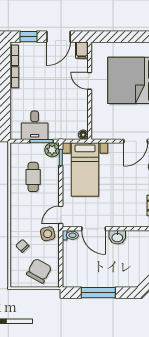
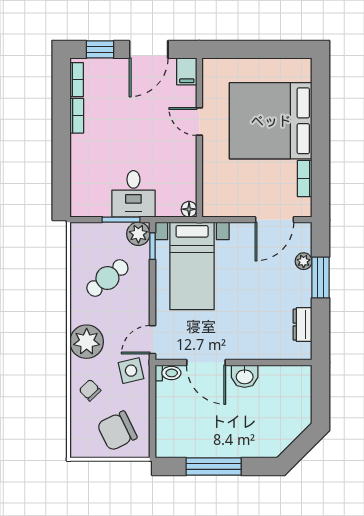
desk: (35, 125) -> (133, 194), moved
cafe table: (33, 177) -> (107, 278), turned 51
plant: (20, 216) -> (87, 342), added
chair: (39, 271) -> (117, 431), turned -145

